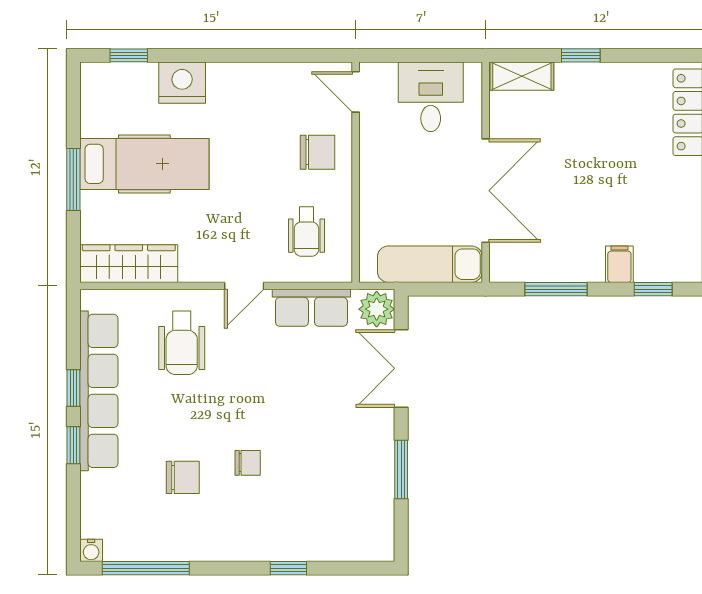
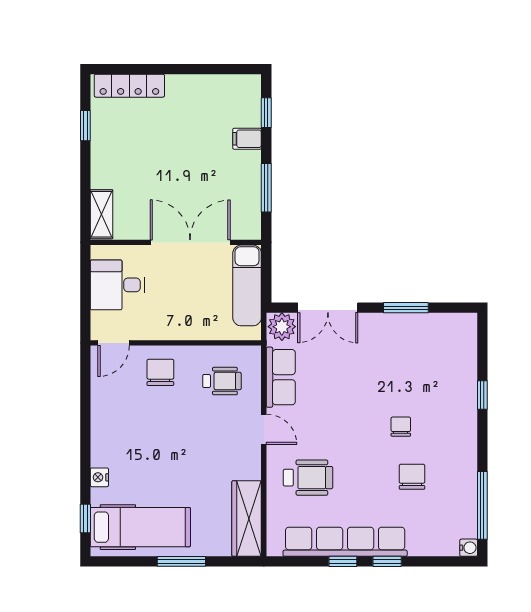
window: (581, 55) -> (85, 126), moved
nightstand: (182, 83) -> (99, 477), width x0.53, depth x0.56
hospital bed: (144, 164) -> (140, 527), moved, turned 90

